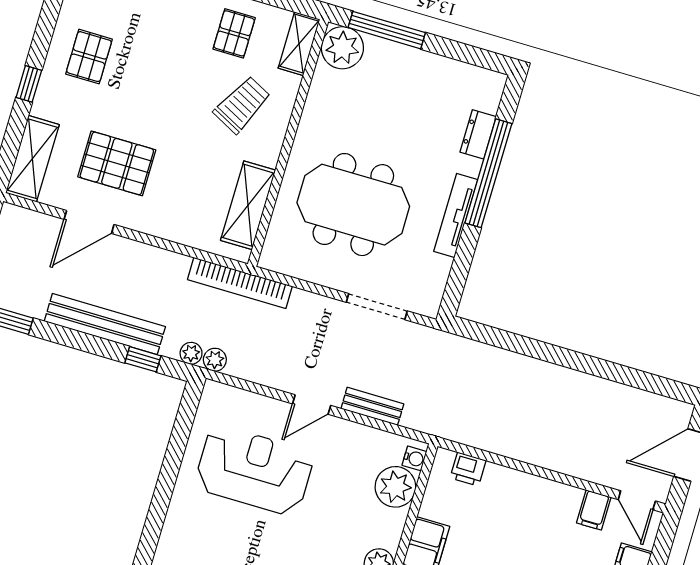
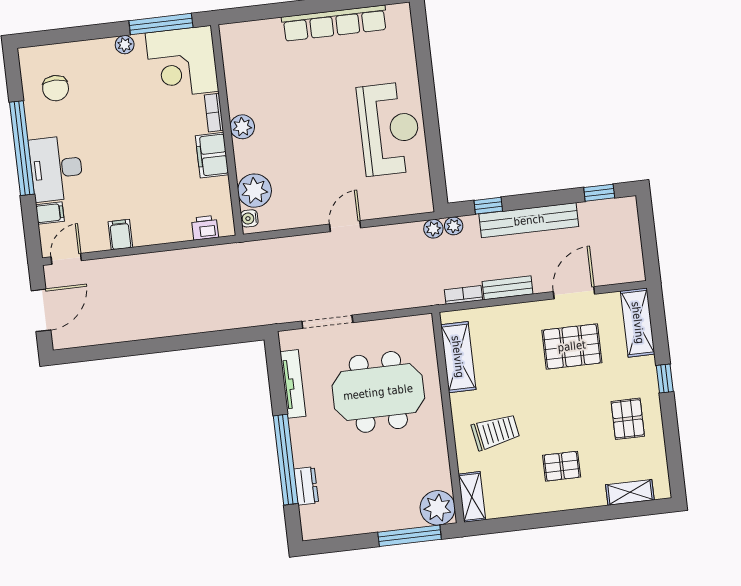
pallet: (234, 33) -> (562, 466), moved, turned 90
trolley: (242, 105) -> (496, 432), turned -127
tv unit: (456, 215) -> (293, 384), moved
bookcase: (240, 283) -> (463, 295), width x0.43, depth x0.76
bench: (372, 406) -> (508, 288), moved
reception desk: (254, 470) -> (389, 129), moved, turned -90
door: (637, 500) -> (66, 259), hinge flipped
filing cabinet: (594, 510) -> (120, 235), moved

